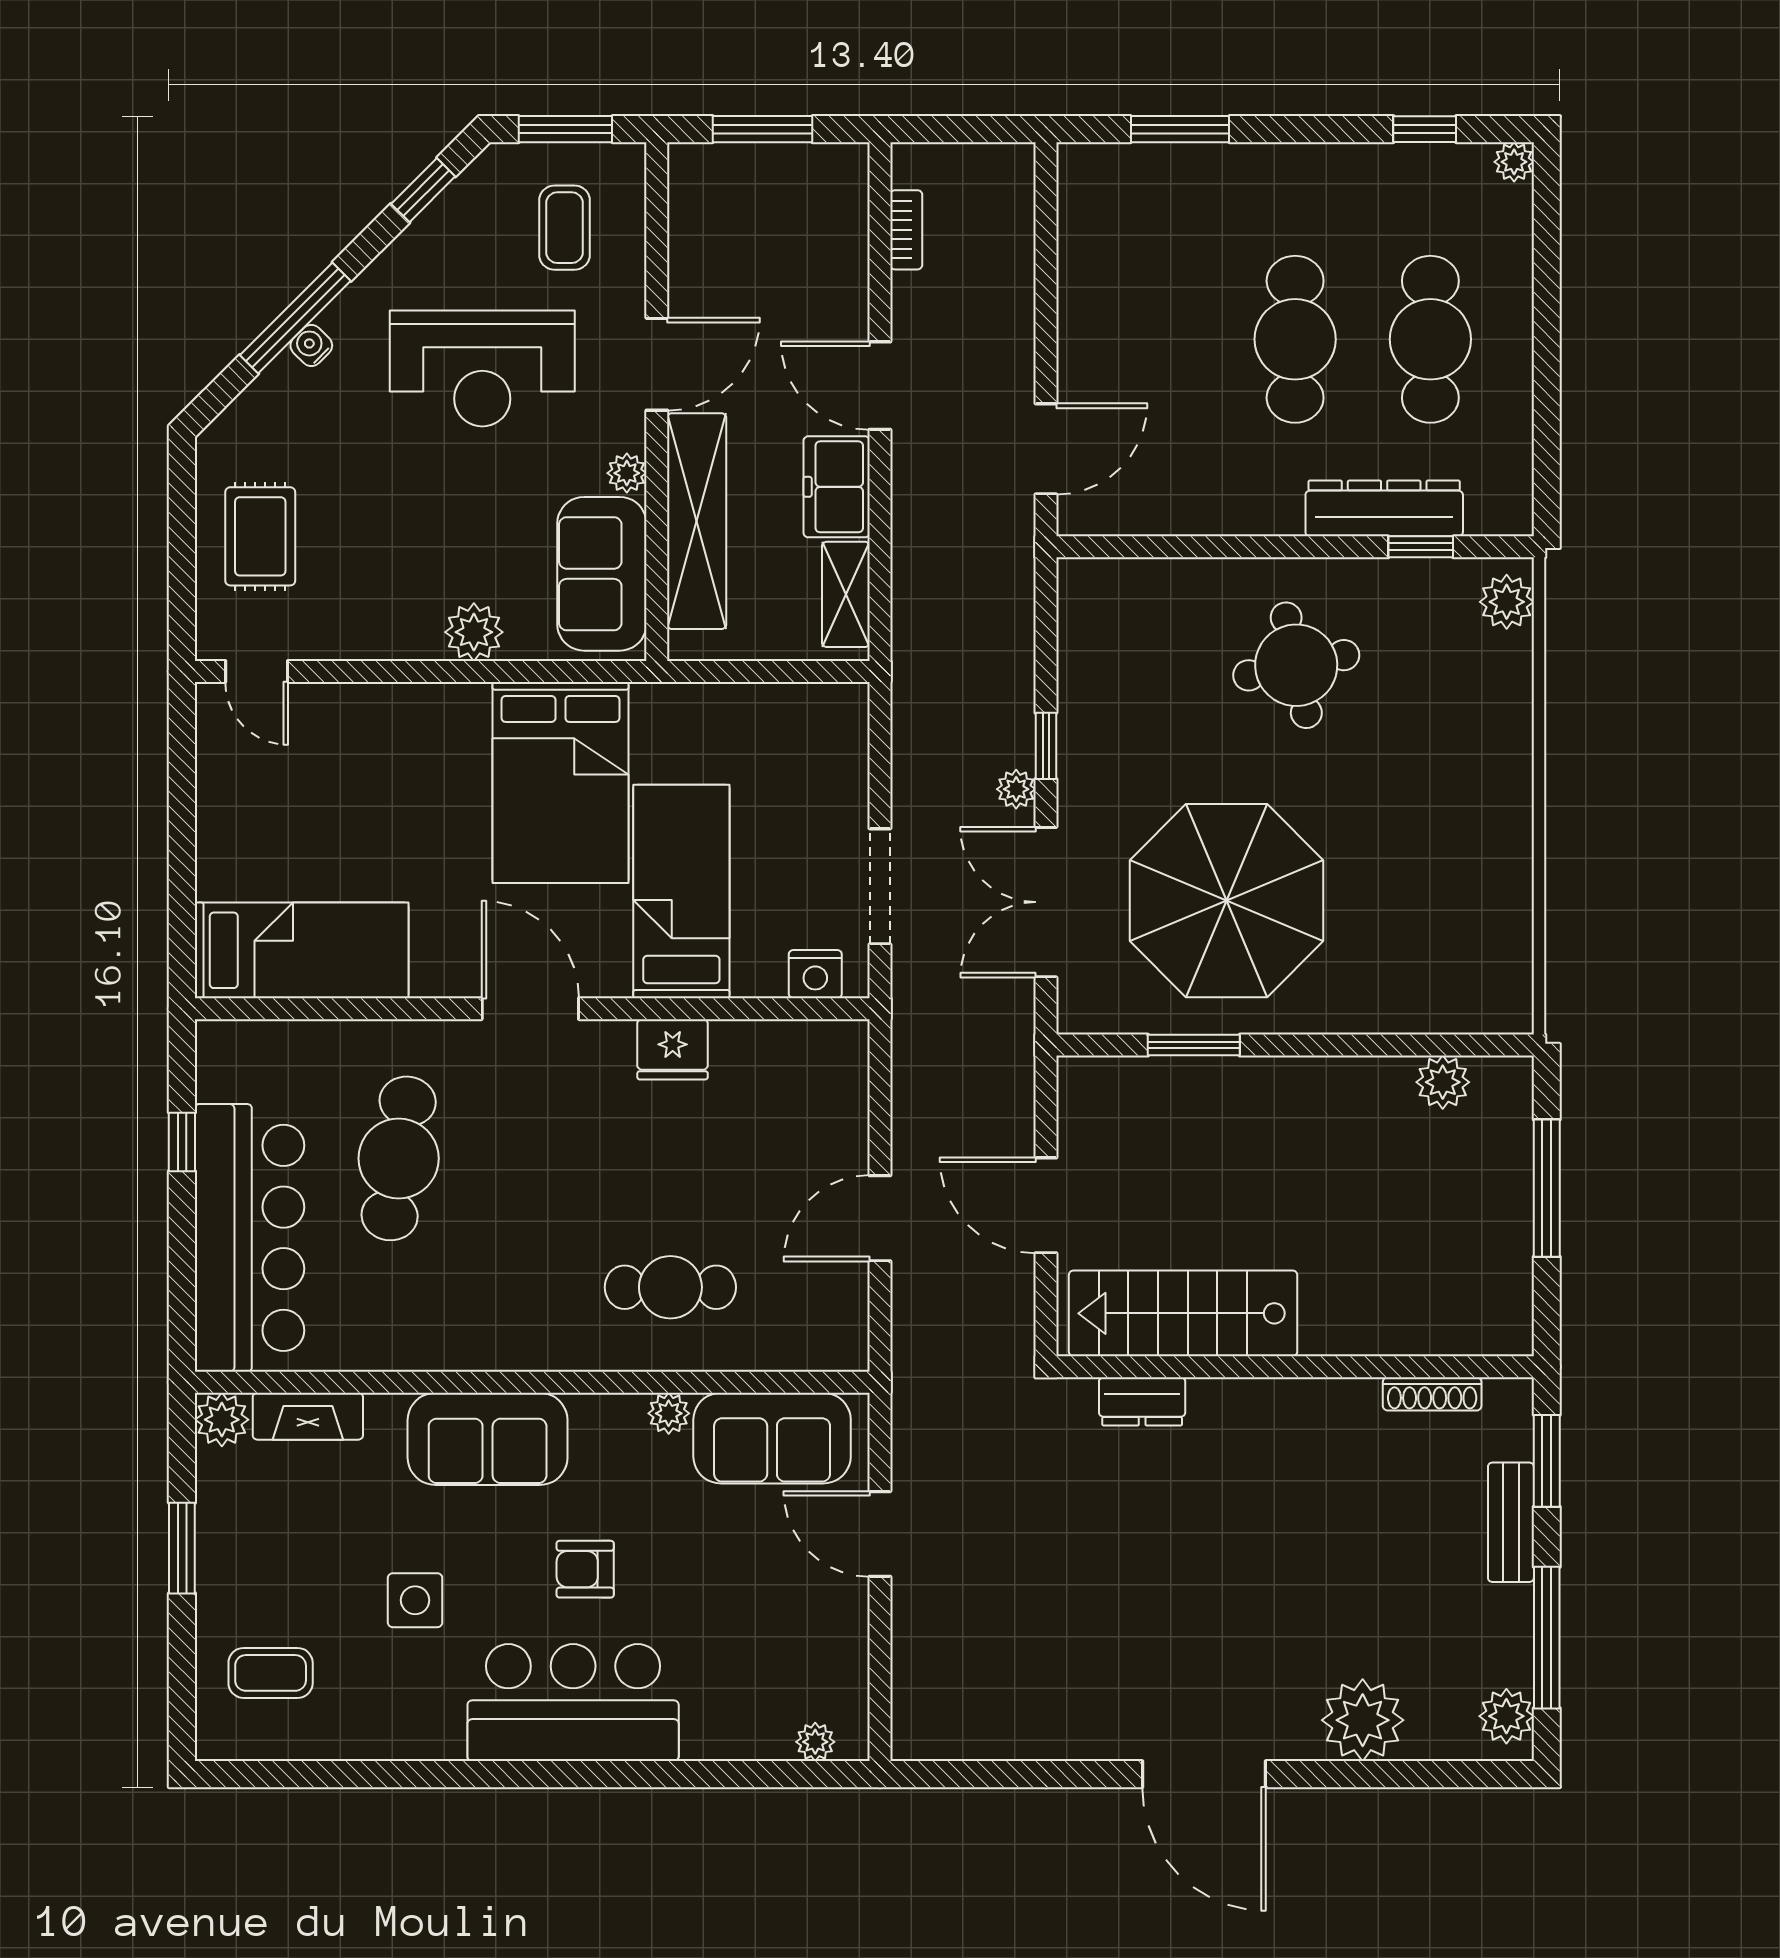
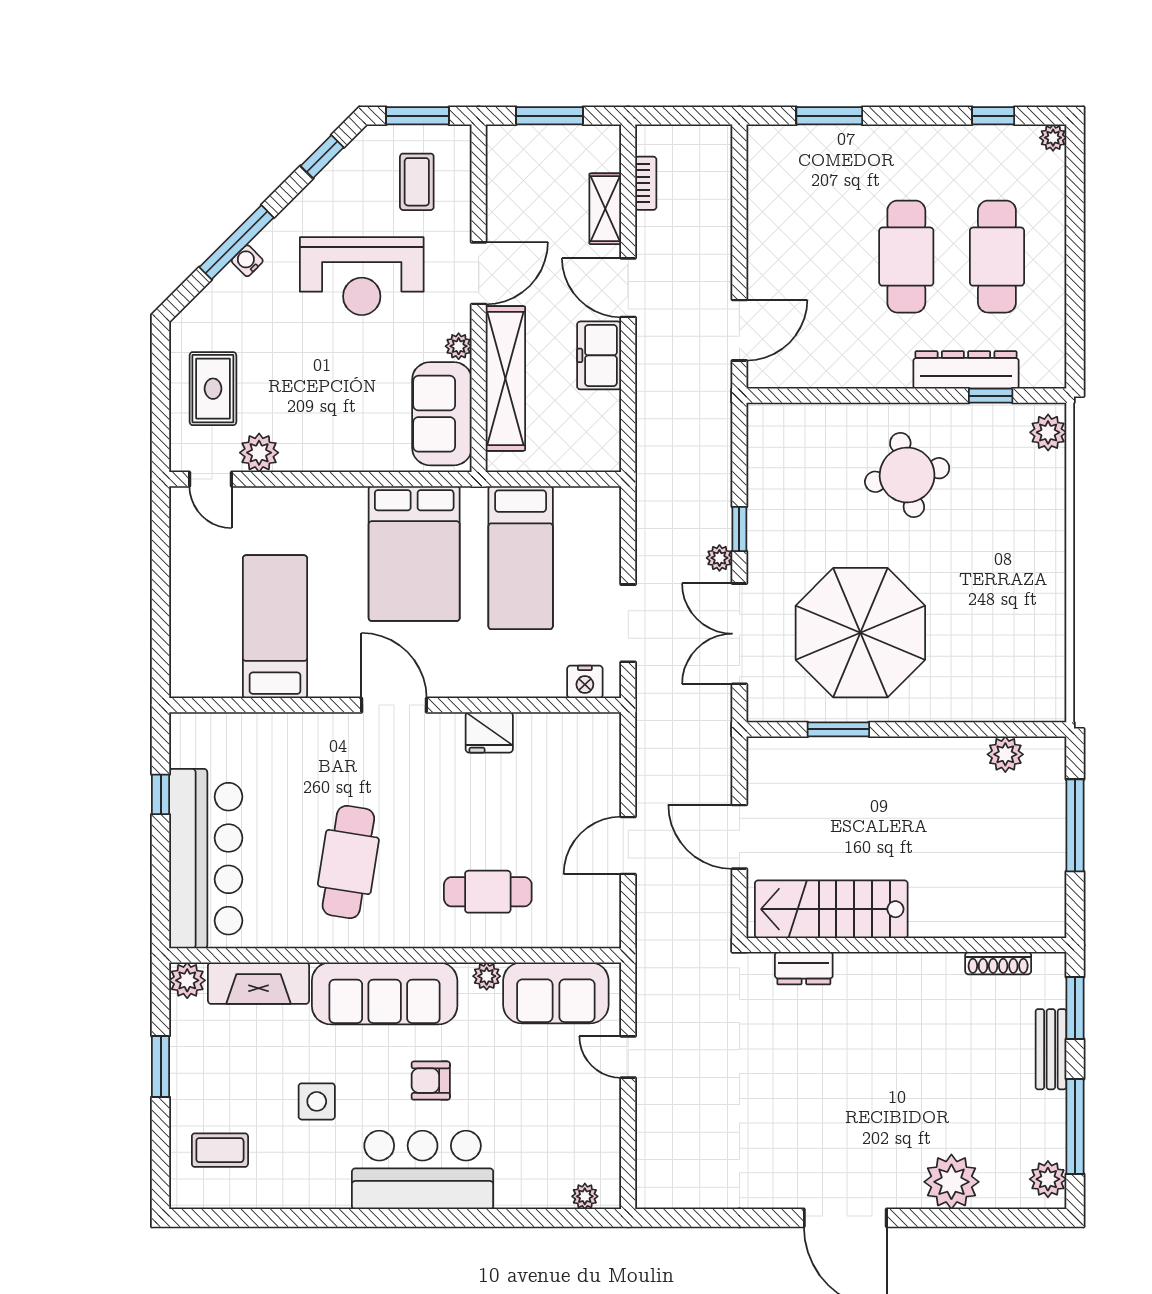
shelving: (846, 594) -> (605, 209), moved
plant: (474, 632) -> (259, 453), moved
bed: (681, 891) -> (521, 558), moved, turned 180
bed: (302, 950) -> (275, 627), moved, turned -90
cafe table: (399, 1158) -> (348, 862), moved
fireplace: (308, 1416) -> (258, 983), width x1.37, depth x1.32
sofa: (488, 1439) -> (385, 993), width x1.36
door: (880, 1534) -> (628, 1057), width x0.73

